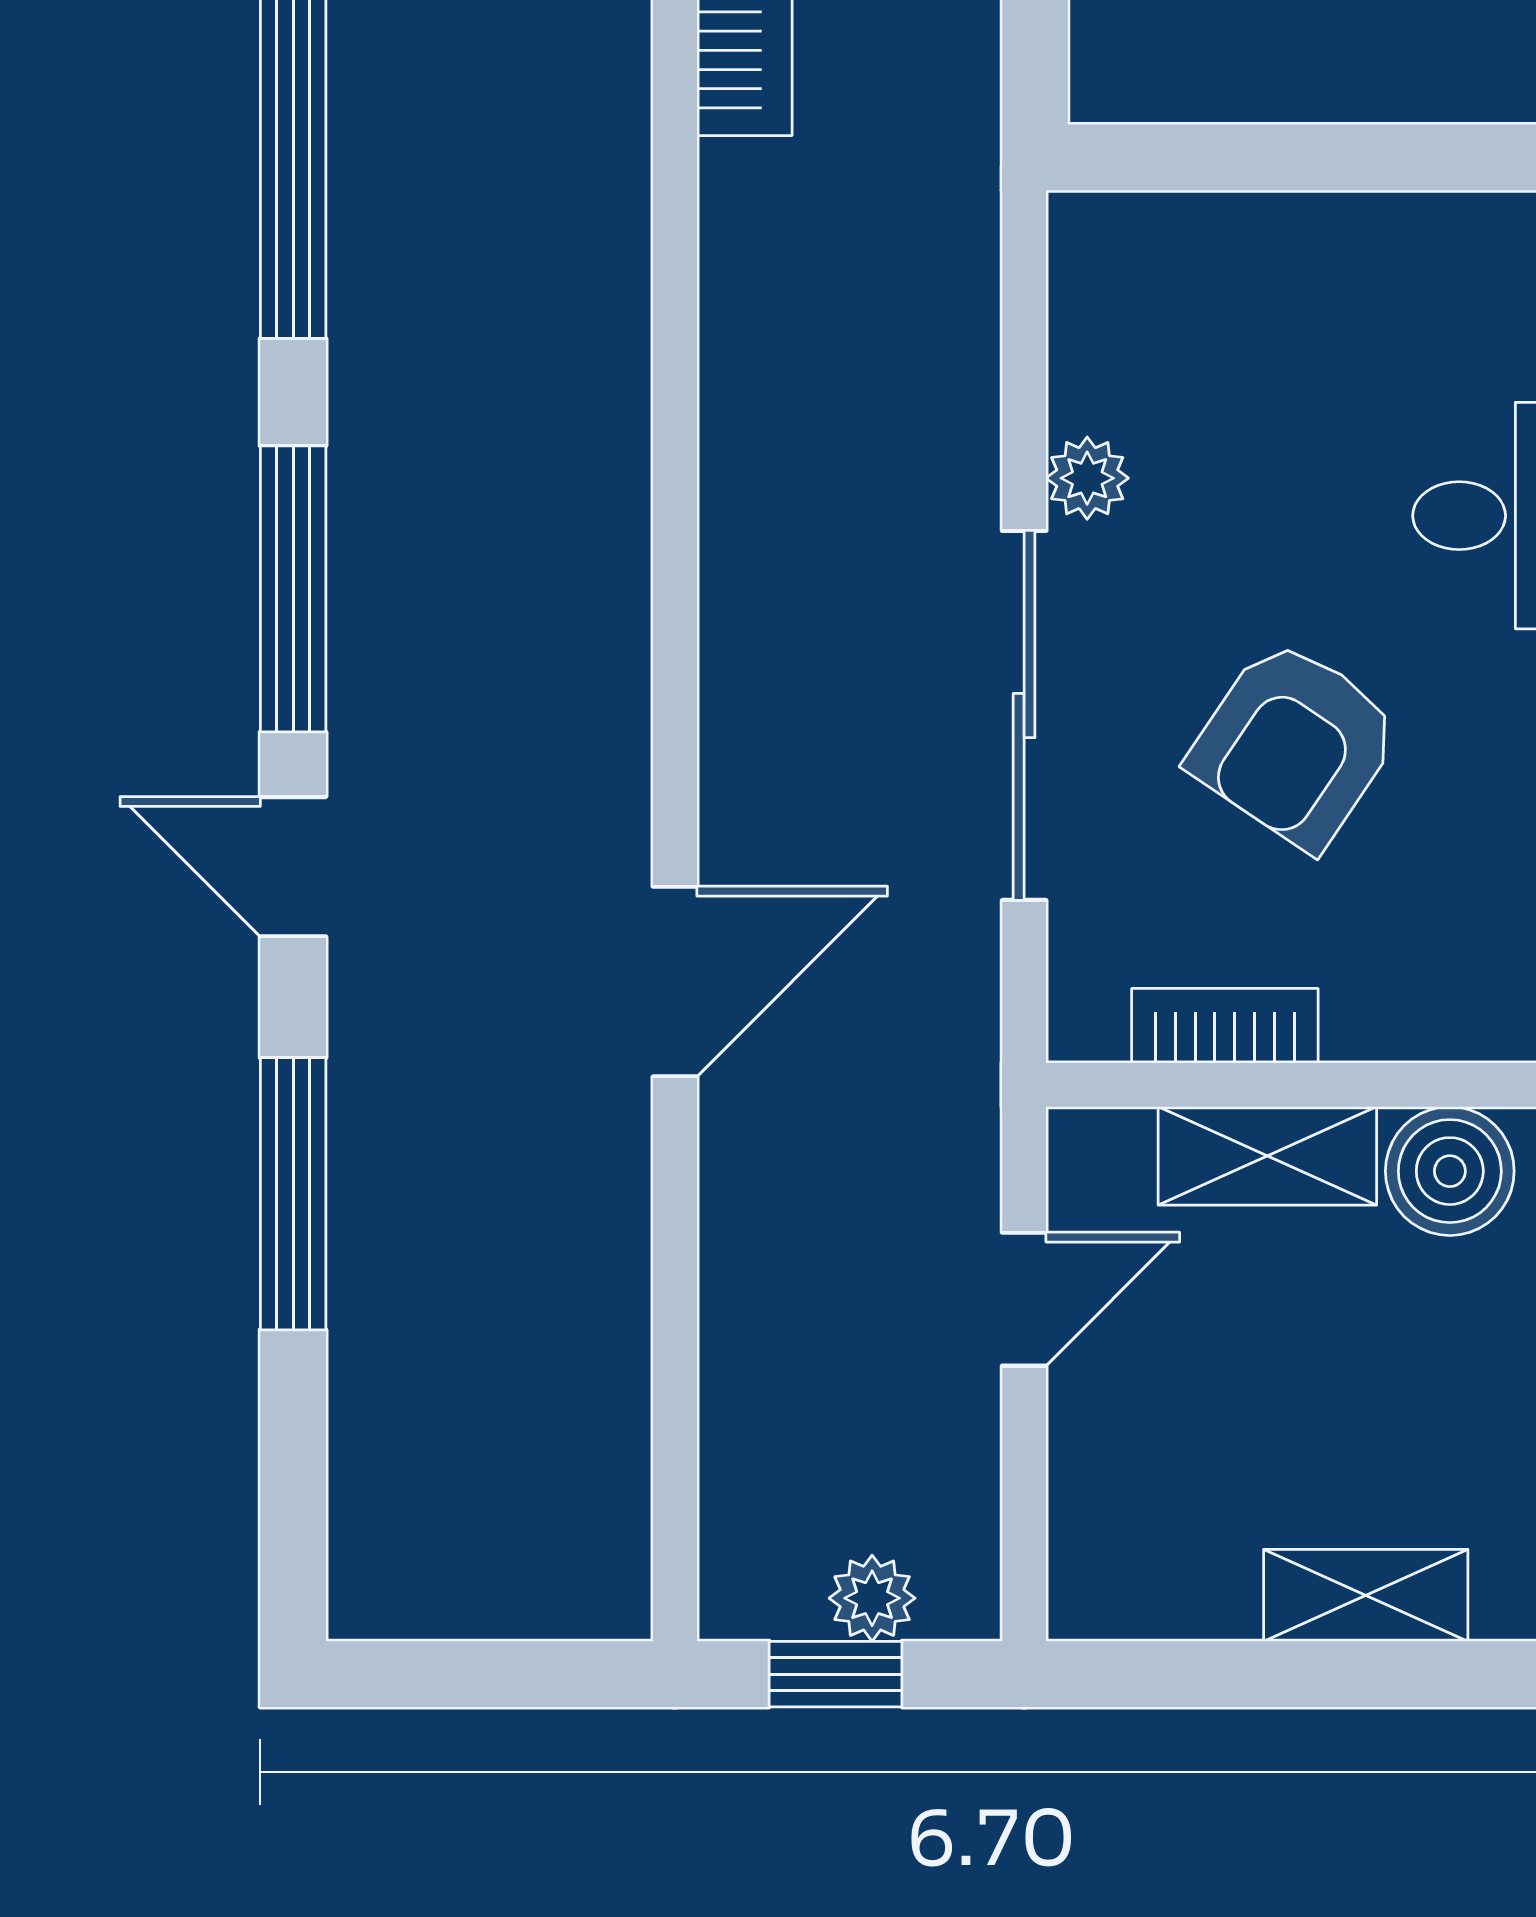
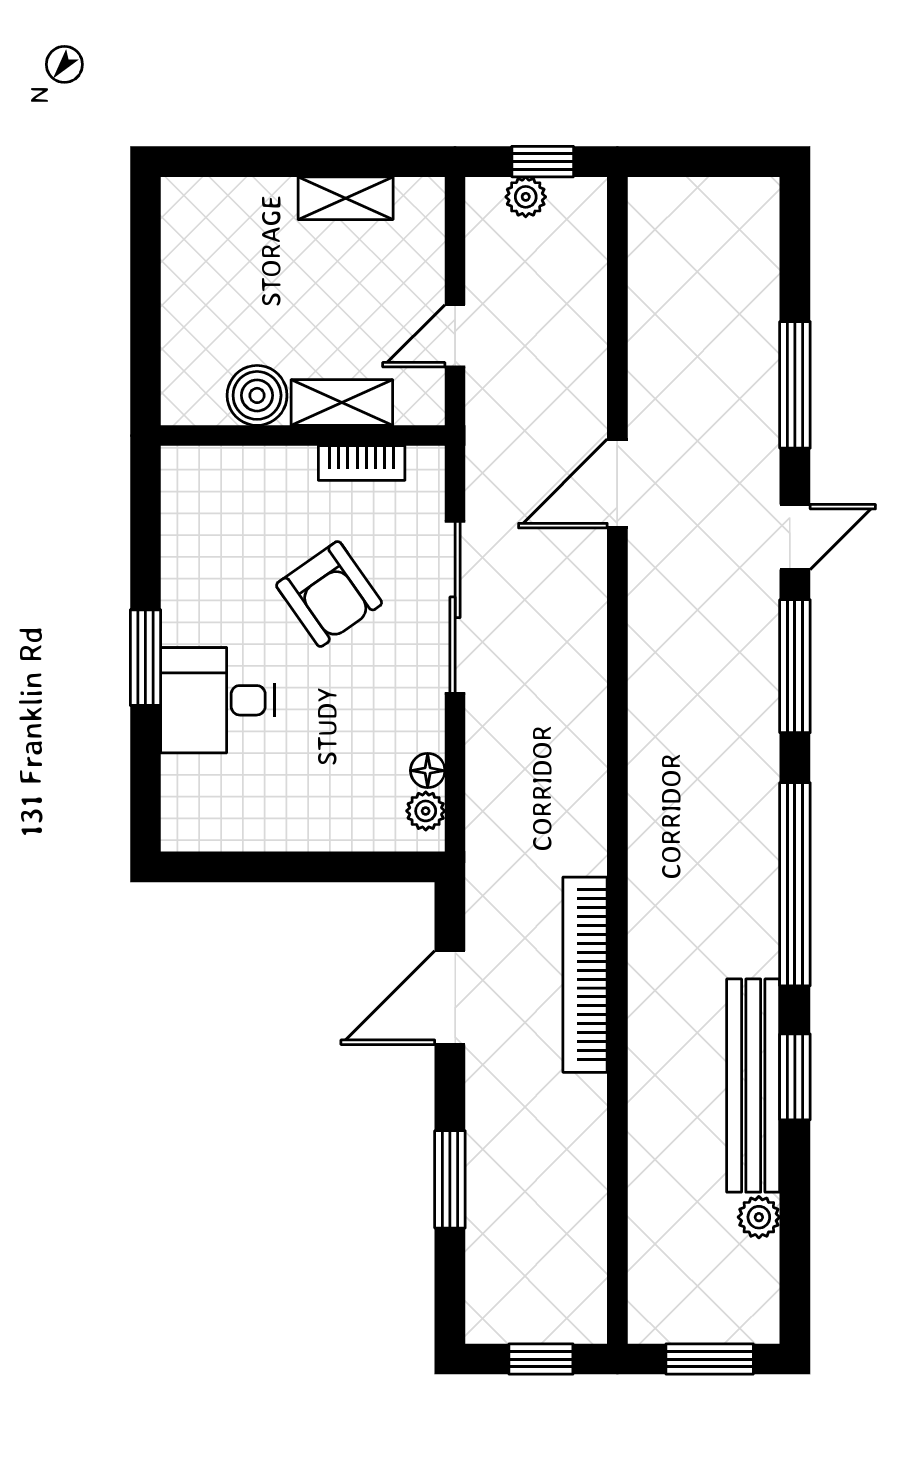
floor lamp: (1083, 365) -> (428, 771), added
plant: (1087, 478) -> (426, 811), moved
armchair: (1295, 744) -> (329, 594), turned 111
door: (293, 867) -> (795, 537), hinge flipped
shelving: (1366, 1595) -> (346, 198), moved

